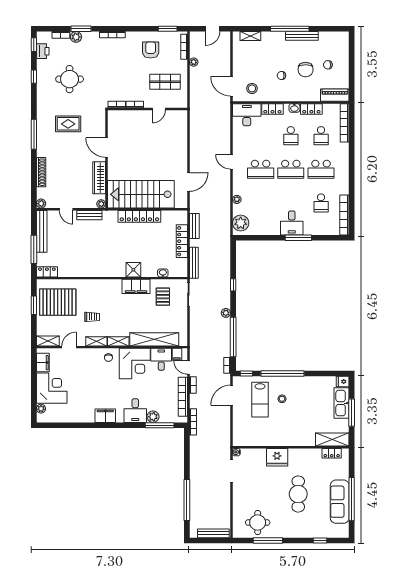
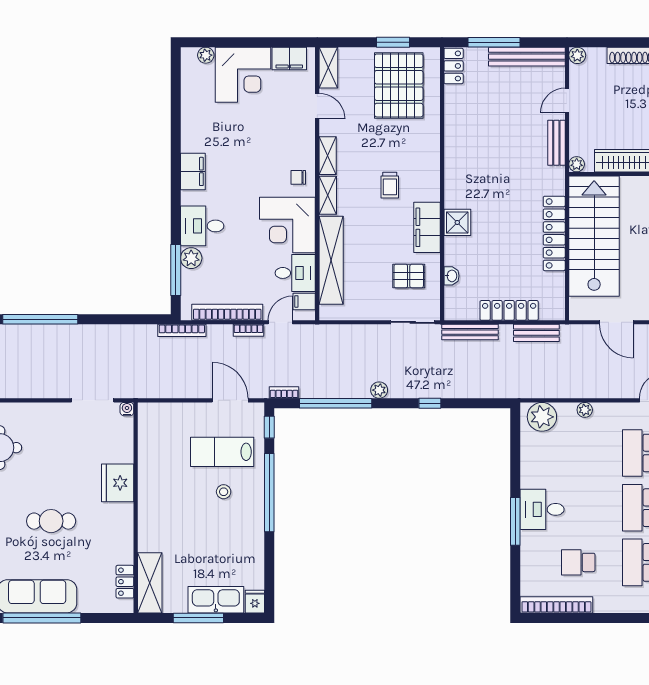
trolley: (92, 317) -> (390, 185), moved
cafe table: (298, 494) -> (51, 521), width x0.73, depth x0.74

